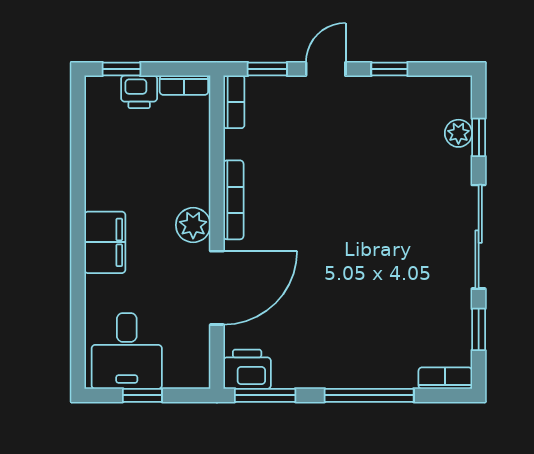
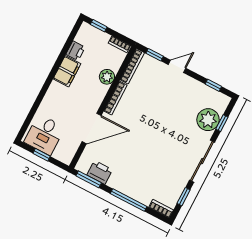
window: (389, 69) -> (213, 85), moved
printer: (139, 92) -> (76, 51), moved, turned -90
bookcase: (234, 102) -> (132, 66), width x1.56
plant: (458, 133) -> (208, 120), width x1.87, depth x1.87
plant: (193, 225) -> (107, 77), moved
filing cabinet: (105, 242) -> (67, 71), moved
printer: (247, 369) -> (100, 172), moved

